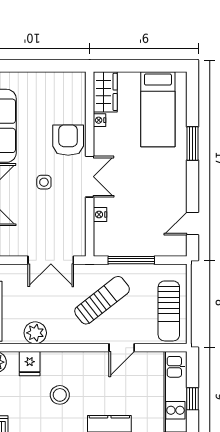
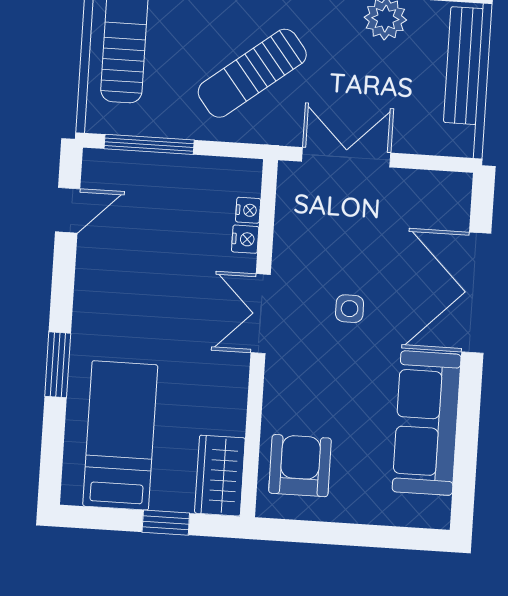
window: (132, 66) -> (166, 523), added
nightstand: (100, 120) -> (248, 210), moved
armchair: (68, 140) -> (300, 466), moved, turned 180
window: (131, 260) -> (149, 144), moved

